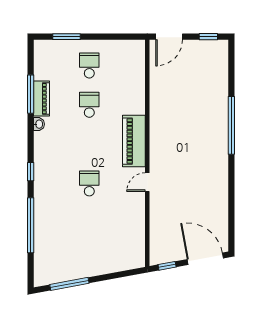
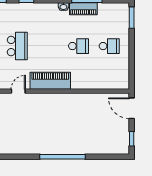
window: (67, 37) -> (132, 18), moved
door: (147, 182) -> (18, 91), hinge flipped
school desk: (89, 183) -> (17, 46), width x1.85

